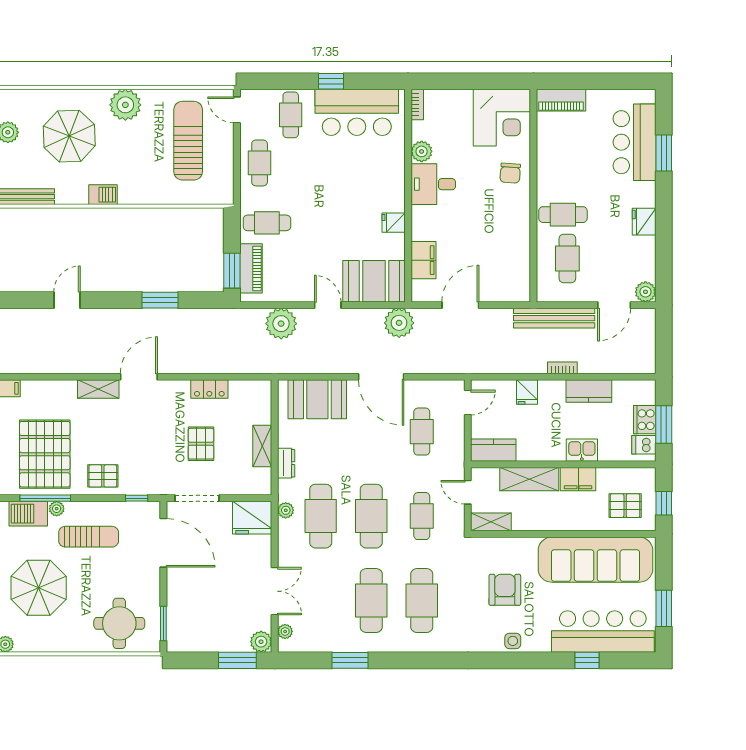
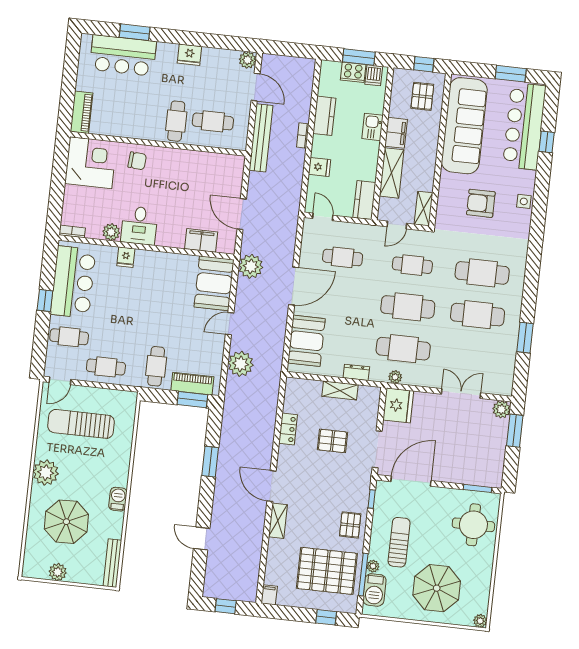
fridge: (394, 223) -> (126, 257), moved
plant: (285, 631) -> (495, 389), removed

